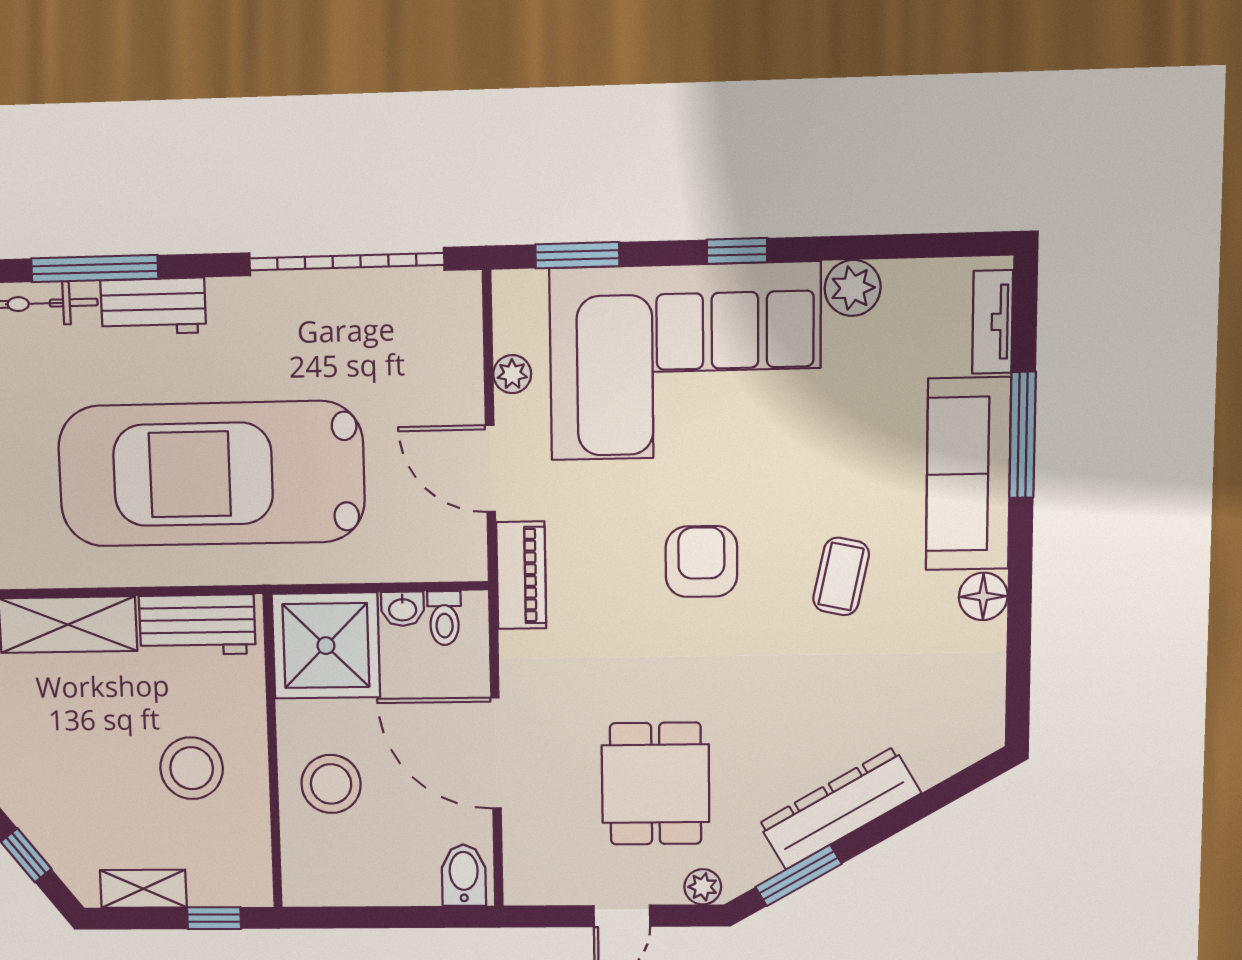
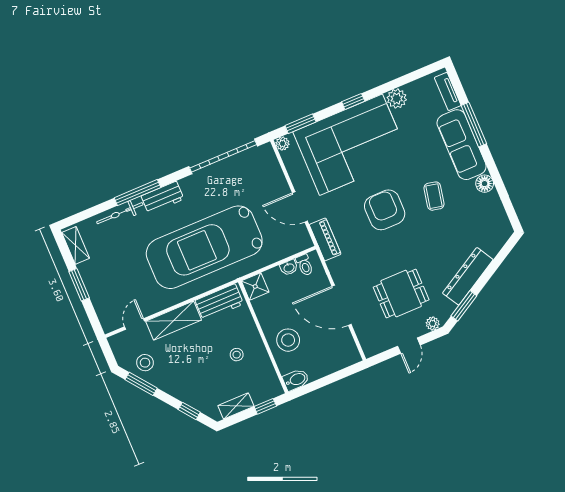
plant: (512, 374) -> (282, 144), moved
armchair: (701, 561) -> (385, 210), width x1.36, depth x1.36
shower: (326, 646) -> (255, 286), width x0.54, depth x0.54
stool: (192, 768) -> (237, 355), width x0.53, depth x0.53
dining table: (656, 784) -> (401, 294), turned 90
bidet: (464, 875) -> (296, 380), moved, turned 90

